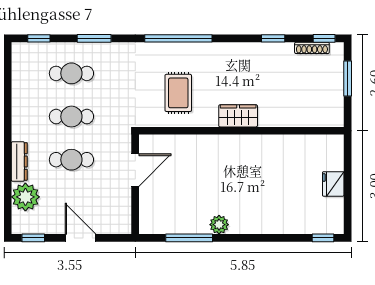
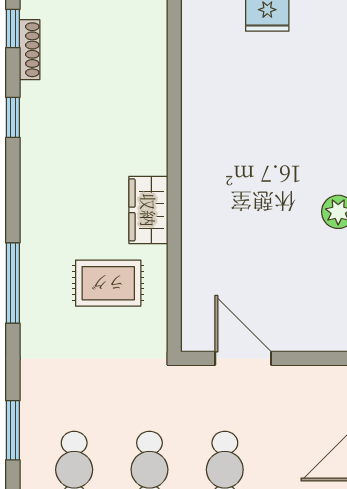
window: (178, 38) -> (13, 283), width x0.68
wardrobe: (238, 116) -> (148, 210), moved

